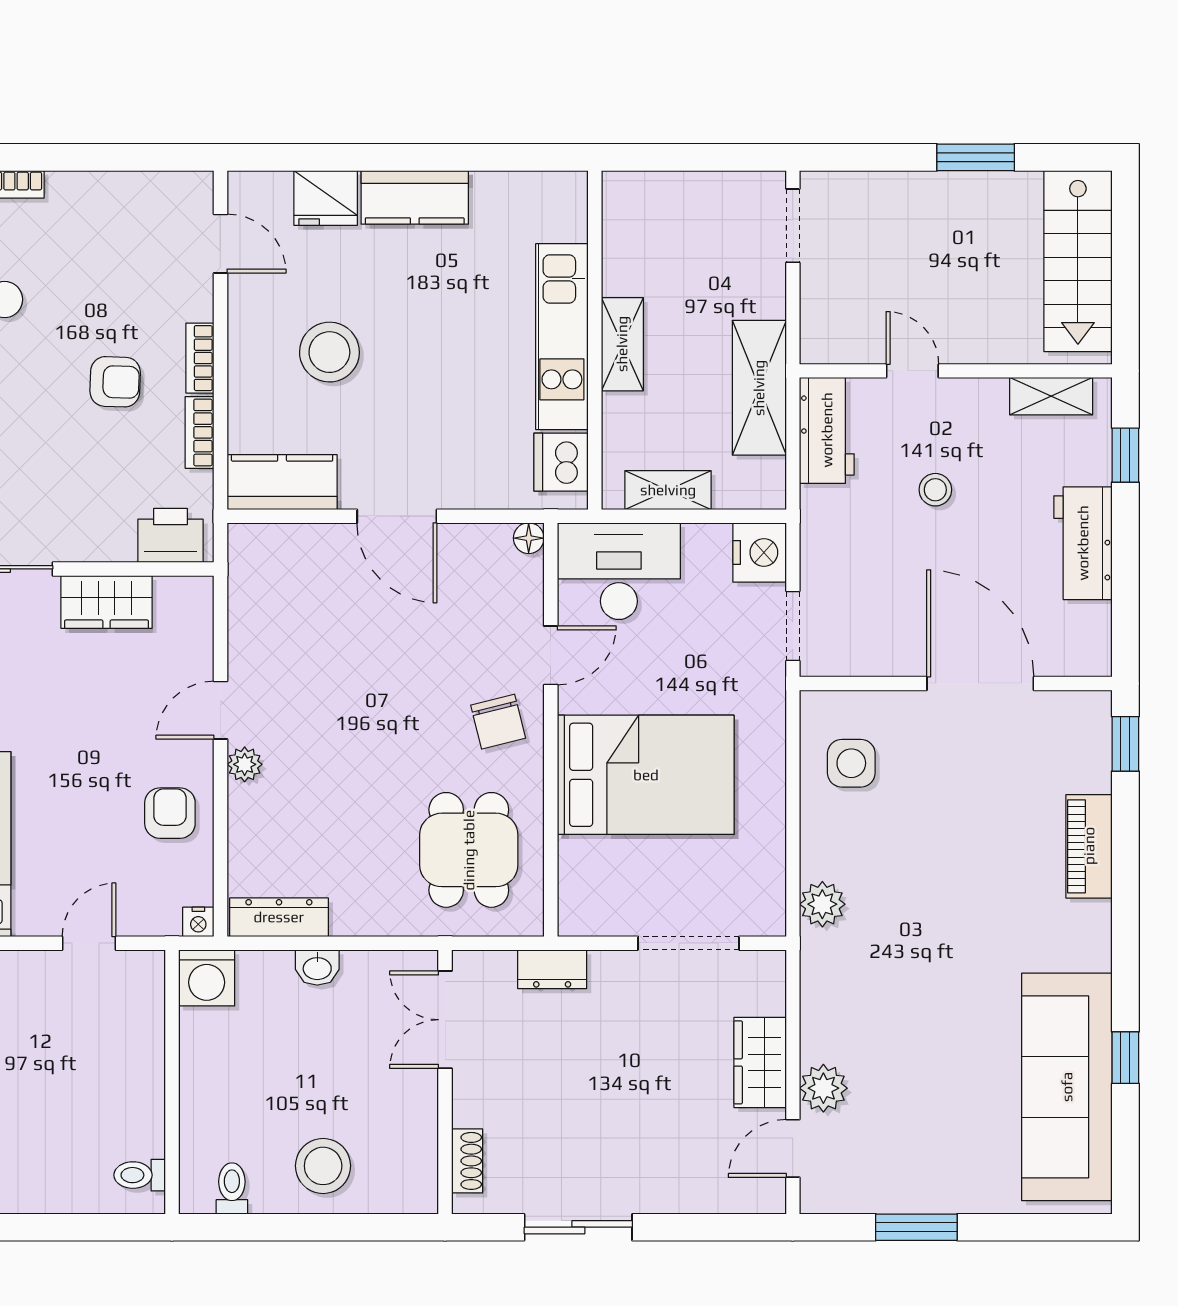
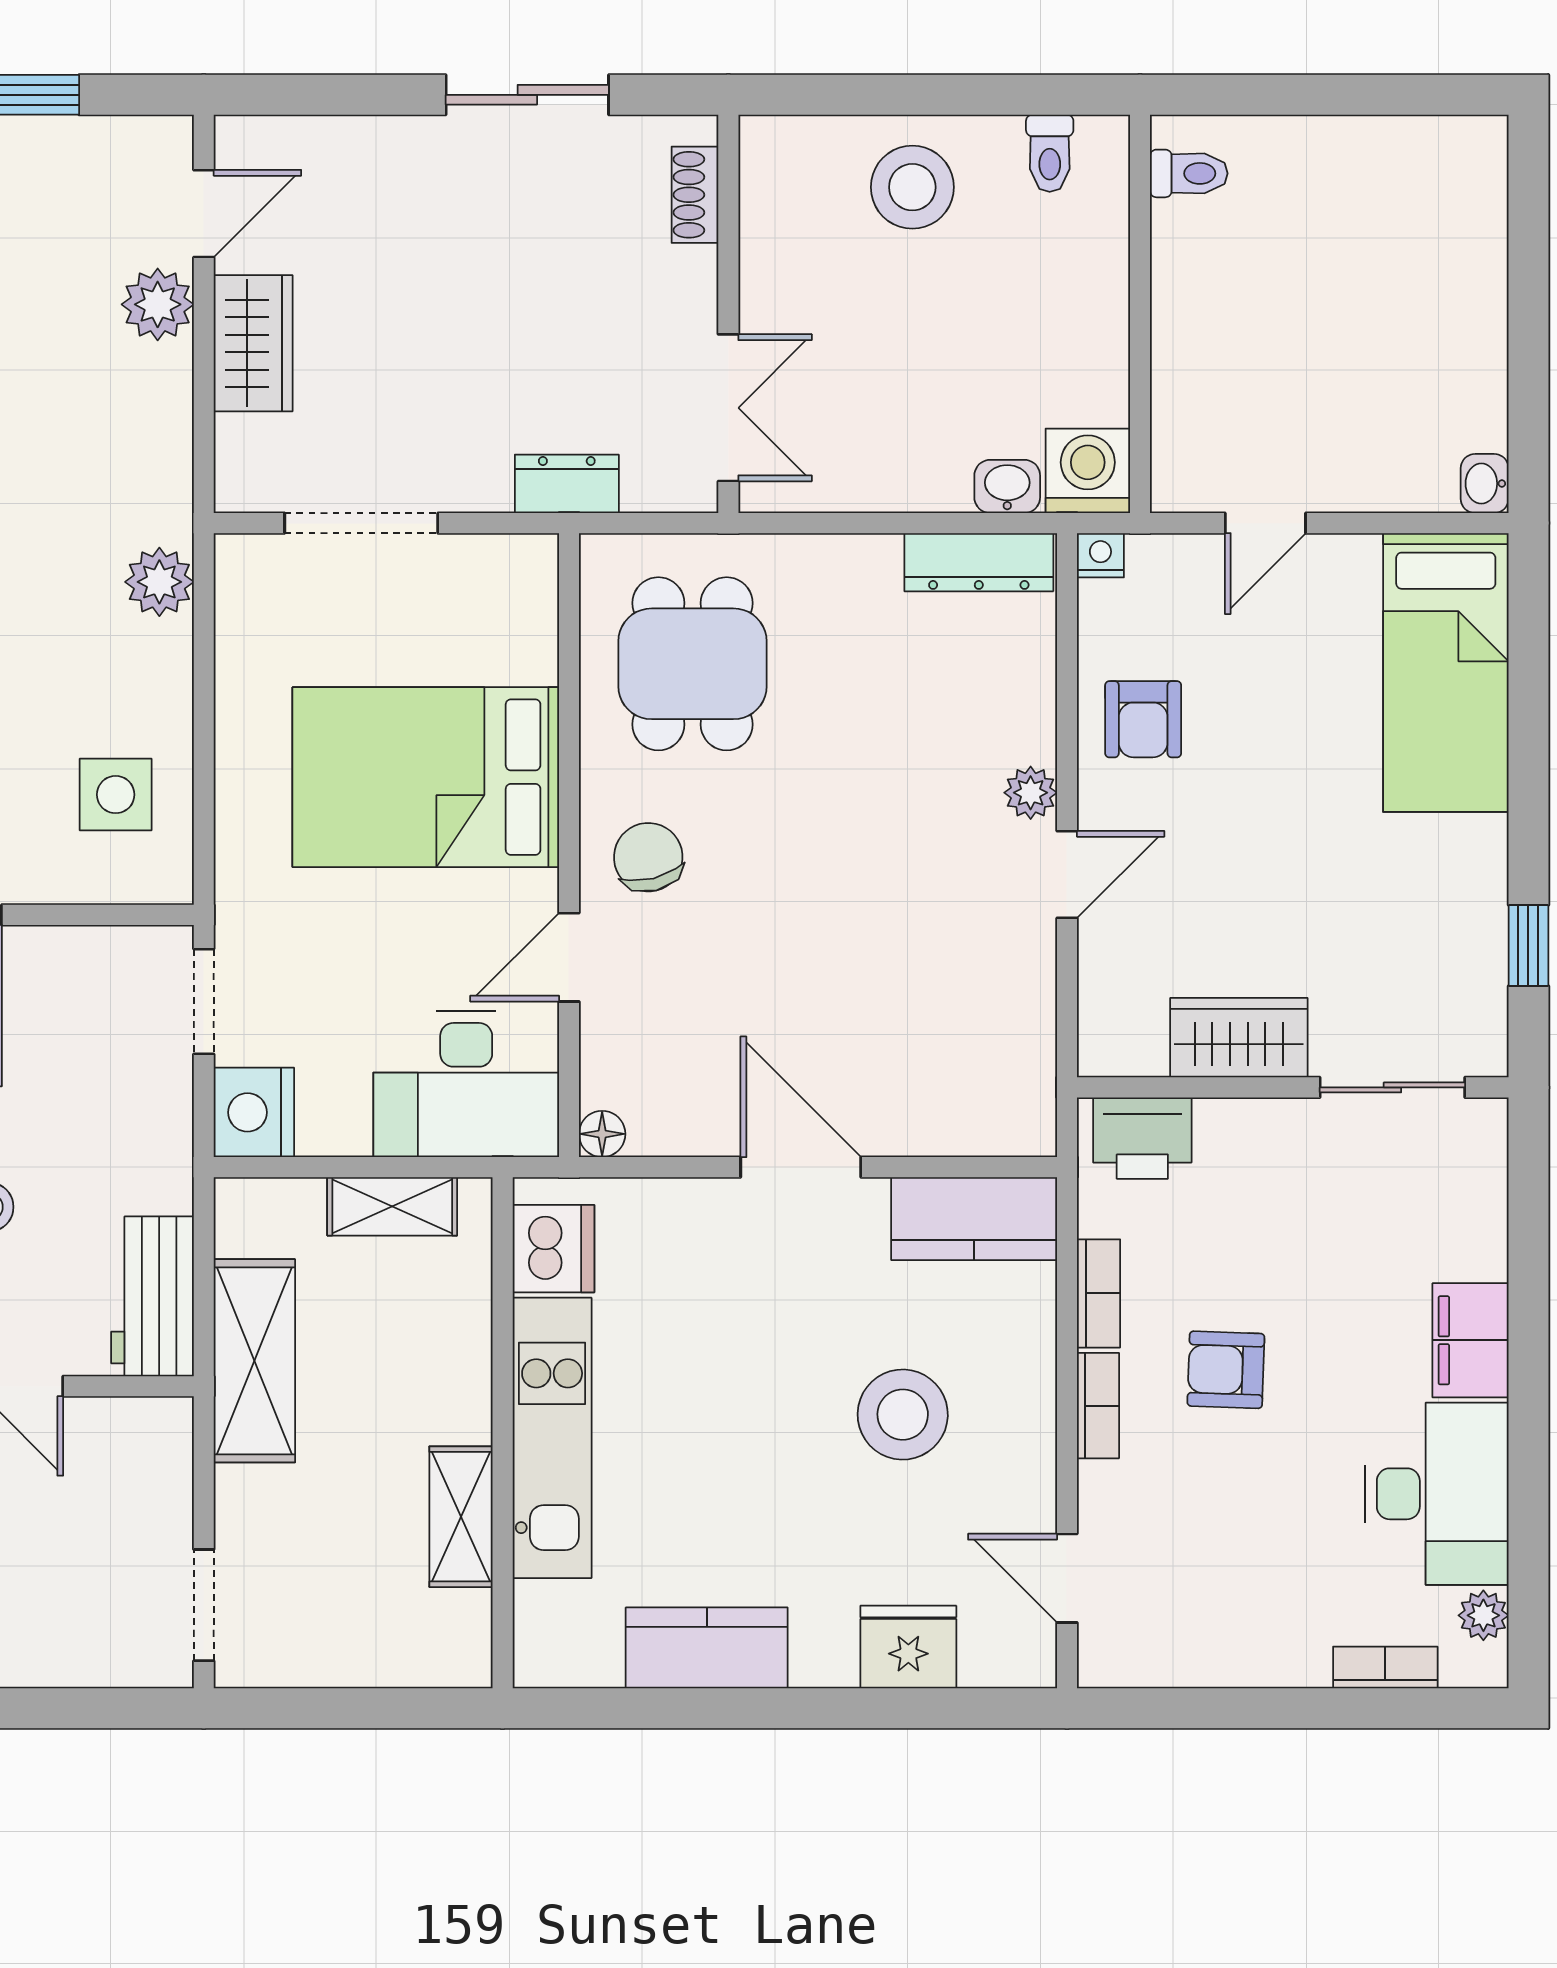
kitchen counter: (415, 197) -> (707, 1648), moved
shelving: (622, 344) -> (461, 1517), moved
washbasin: (317, 968) -> (1007, 486), moved

